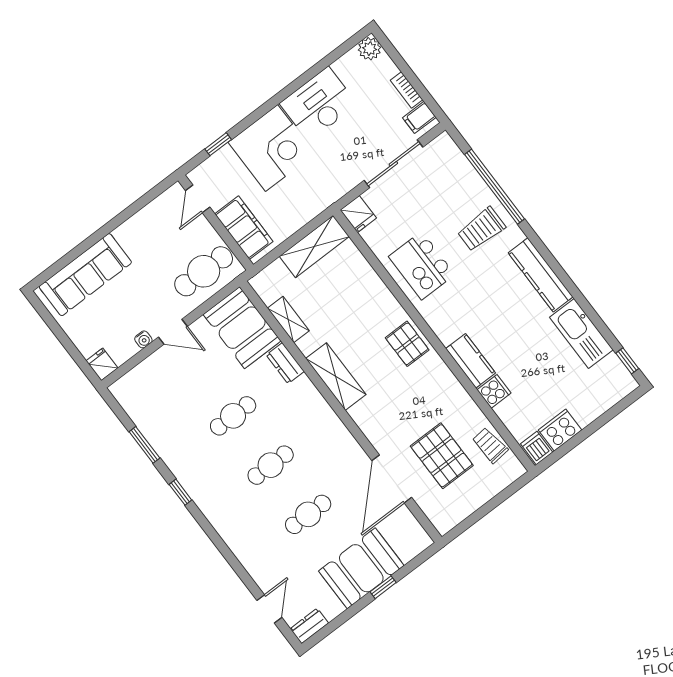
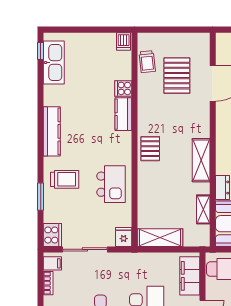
window: (495, 187) -> (41, 197), width x0.47
kitchen sink: (581, 334) -> (54, 63), moved
cooker: (560, 430) -> (52, 235), moved, turned -90

